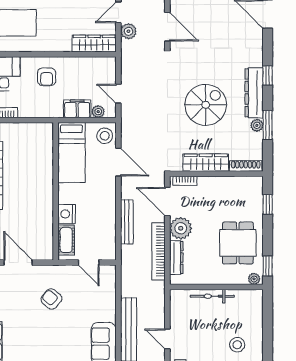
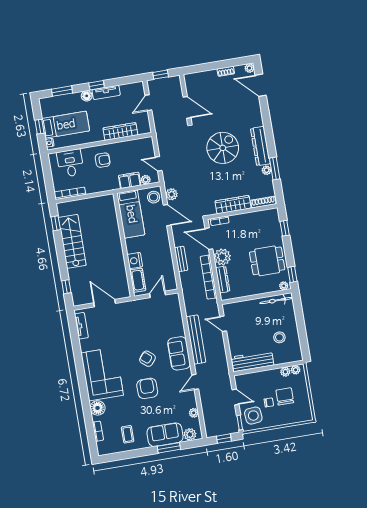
plant: (128, 31) -> (172, 194), moved
wardrobe: (94, 44) -> (120, 131), moved
window: (268, 76) -> (268, 131), removed
armchair: (47, 77) -> (103, 160), turned -90
spiral stairs: (206, 105) -> (223, 148), moved
bench: (127, 222) -> (181, 259), width x0.73
dining table: (238, 243) -> (267, 261), turned 90
door: (89, 262) -> (158, 294), swing flipped
bicycle: (212, 296) -> (276, 300), moved
armchair: (51, 299) -> (147, 359), moved
door: (167, 339) -> (223, 324), moved

